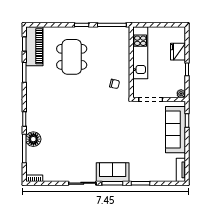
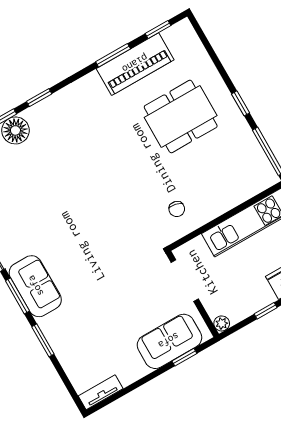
piano: (34, 46) -> (135, 64), moved
sofa: (175, 130) -> (169, 341), width x0.73

